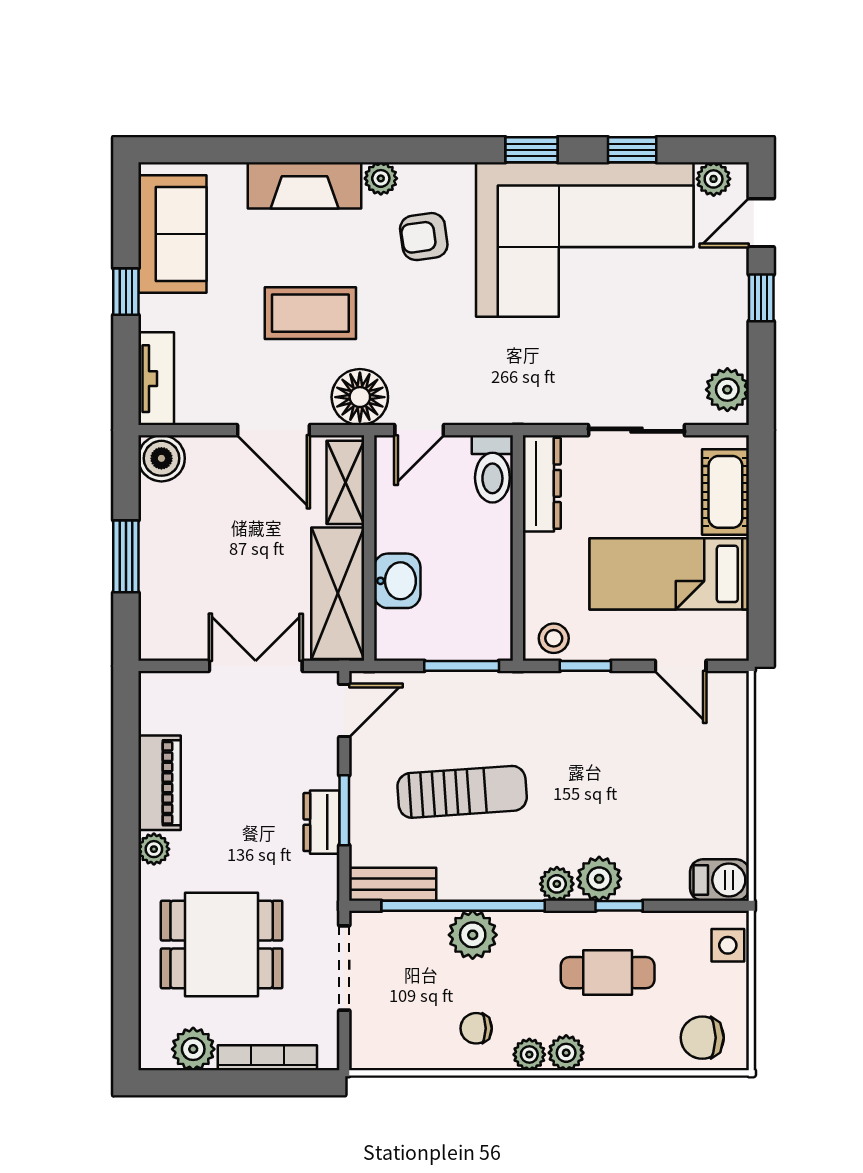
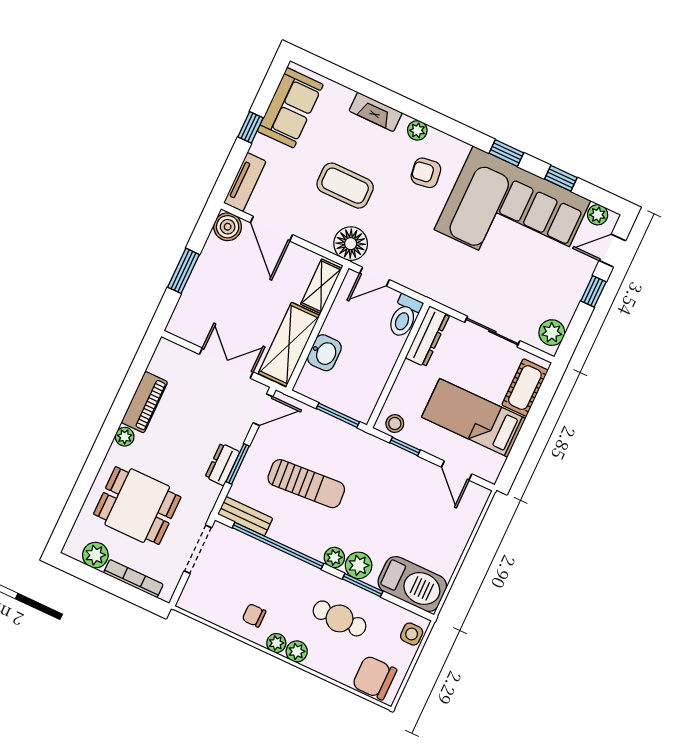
fireplace: (305, 185) -> (376, 112), width x0.73, depth x0.76
door: (274, 430) -> (272, 229), moved
barbecue: (719, 880) -> (412, 584), width x1.88, depth x1.53
window: (619, 906) -> (363, 585), width x1.50
plant: (473, 935) -> (276, 564), removed
chair: (702, 1038) -> (374, 678), width x1.37, depth x1.37

